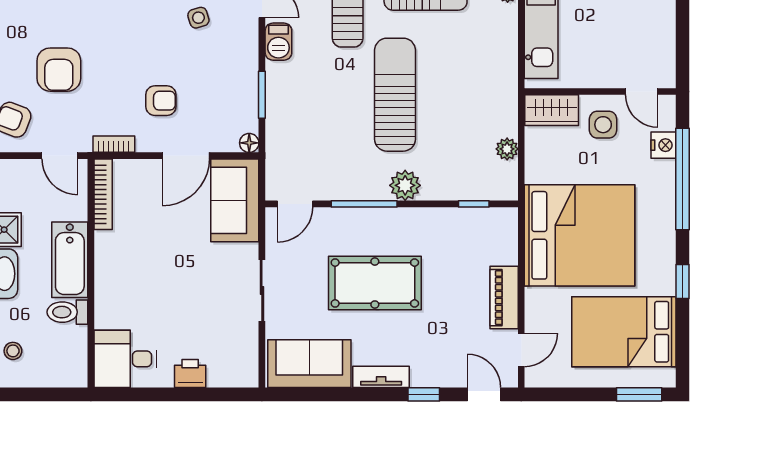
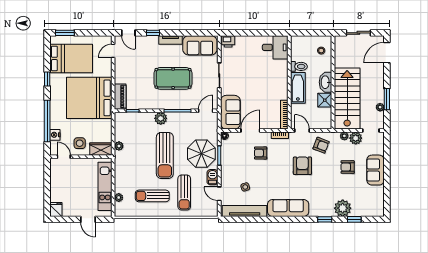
parasol: (306, 99) -> (201, 154), added
plant: (507, 149) -> (119, 146), moved
piano: (504, 298) -> (120, 97), moved
printer: (190, 374) -> (228, 41), moved

